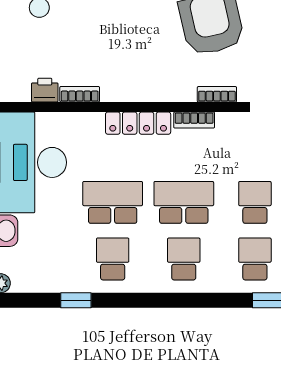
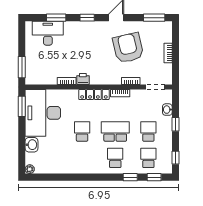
printer: (45, 90) -> (83, 79), moved
school desk: (113, 202) -> (82, 132), width x0.54
school desk: (113, 259) -> (82, 158), removed
window: (76, 300) -> (130, 177), moved

